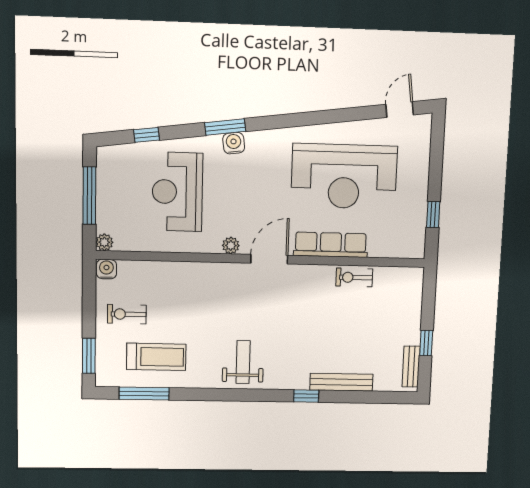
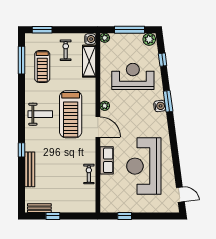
plant: (108, 159) -> (149, 39), added
row of seats: (331, 245) -> (107, 160), width x0.68
shelving: (148, 272) -> (89, 61), added
treadmill: (245, 308) -> (71, 114), added

